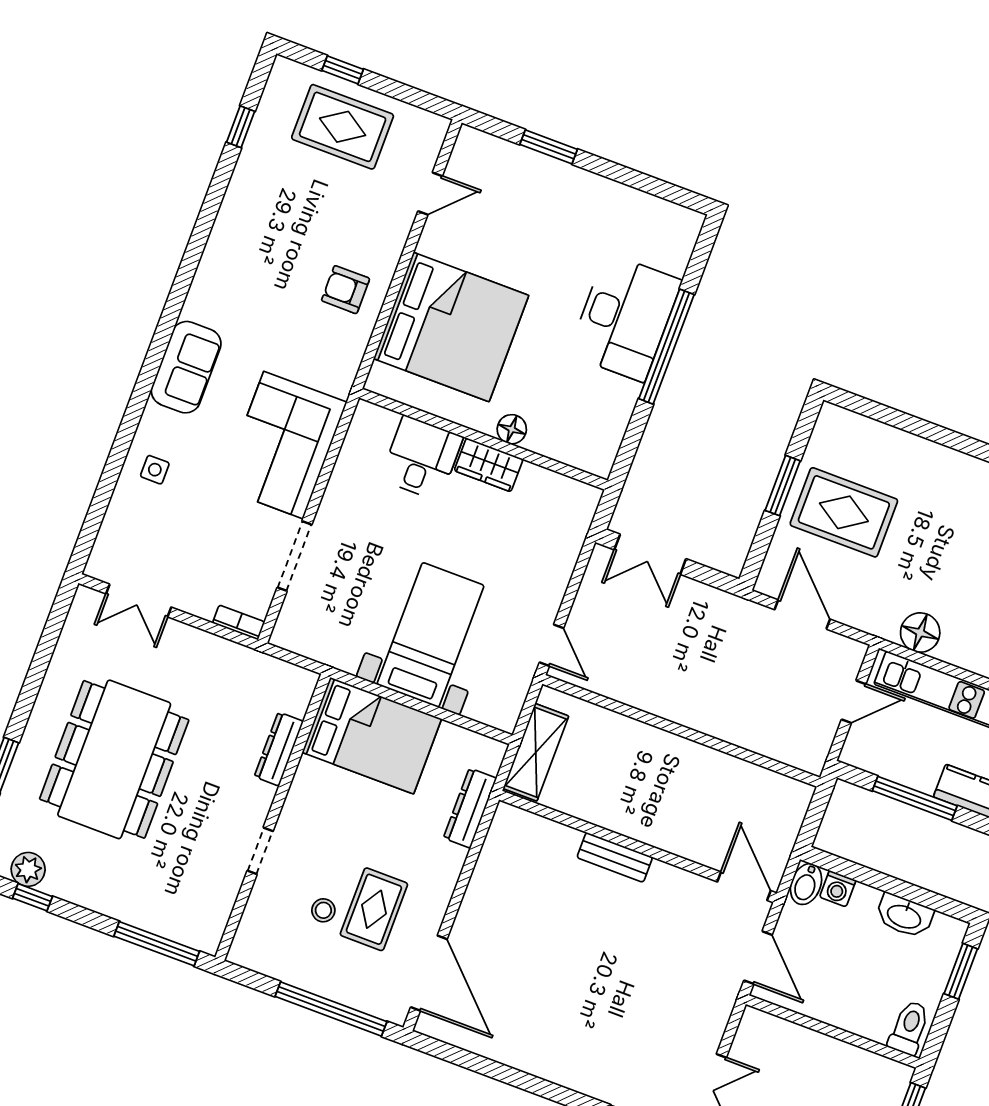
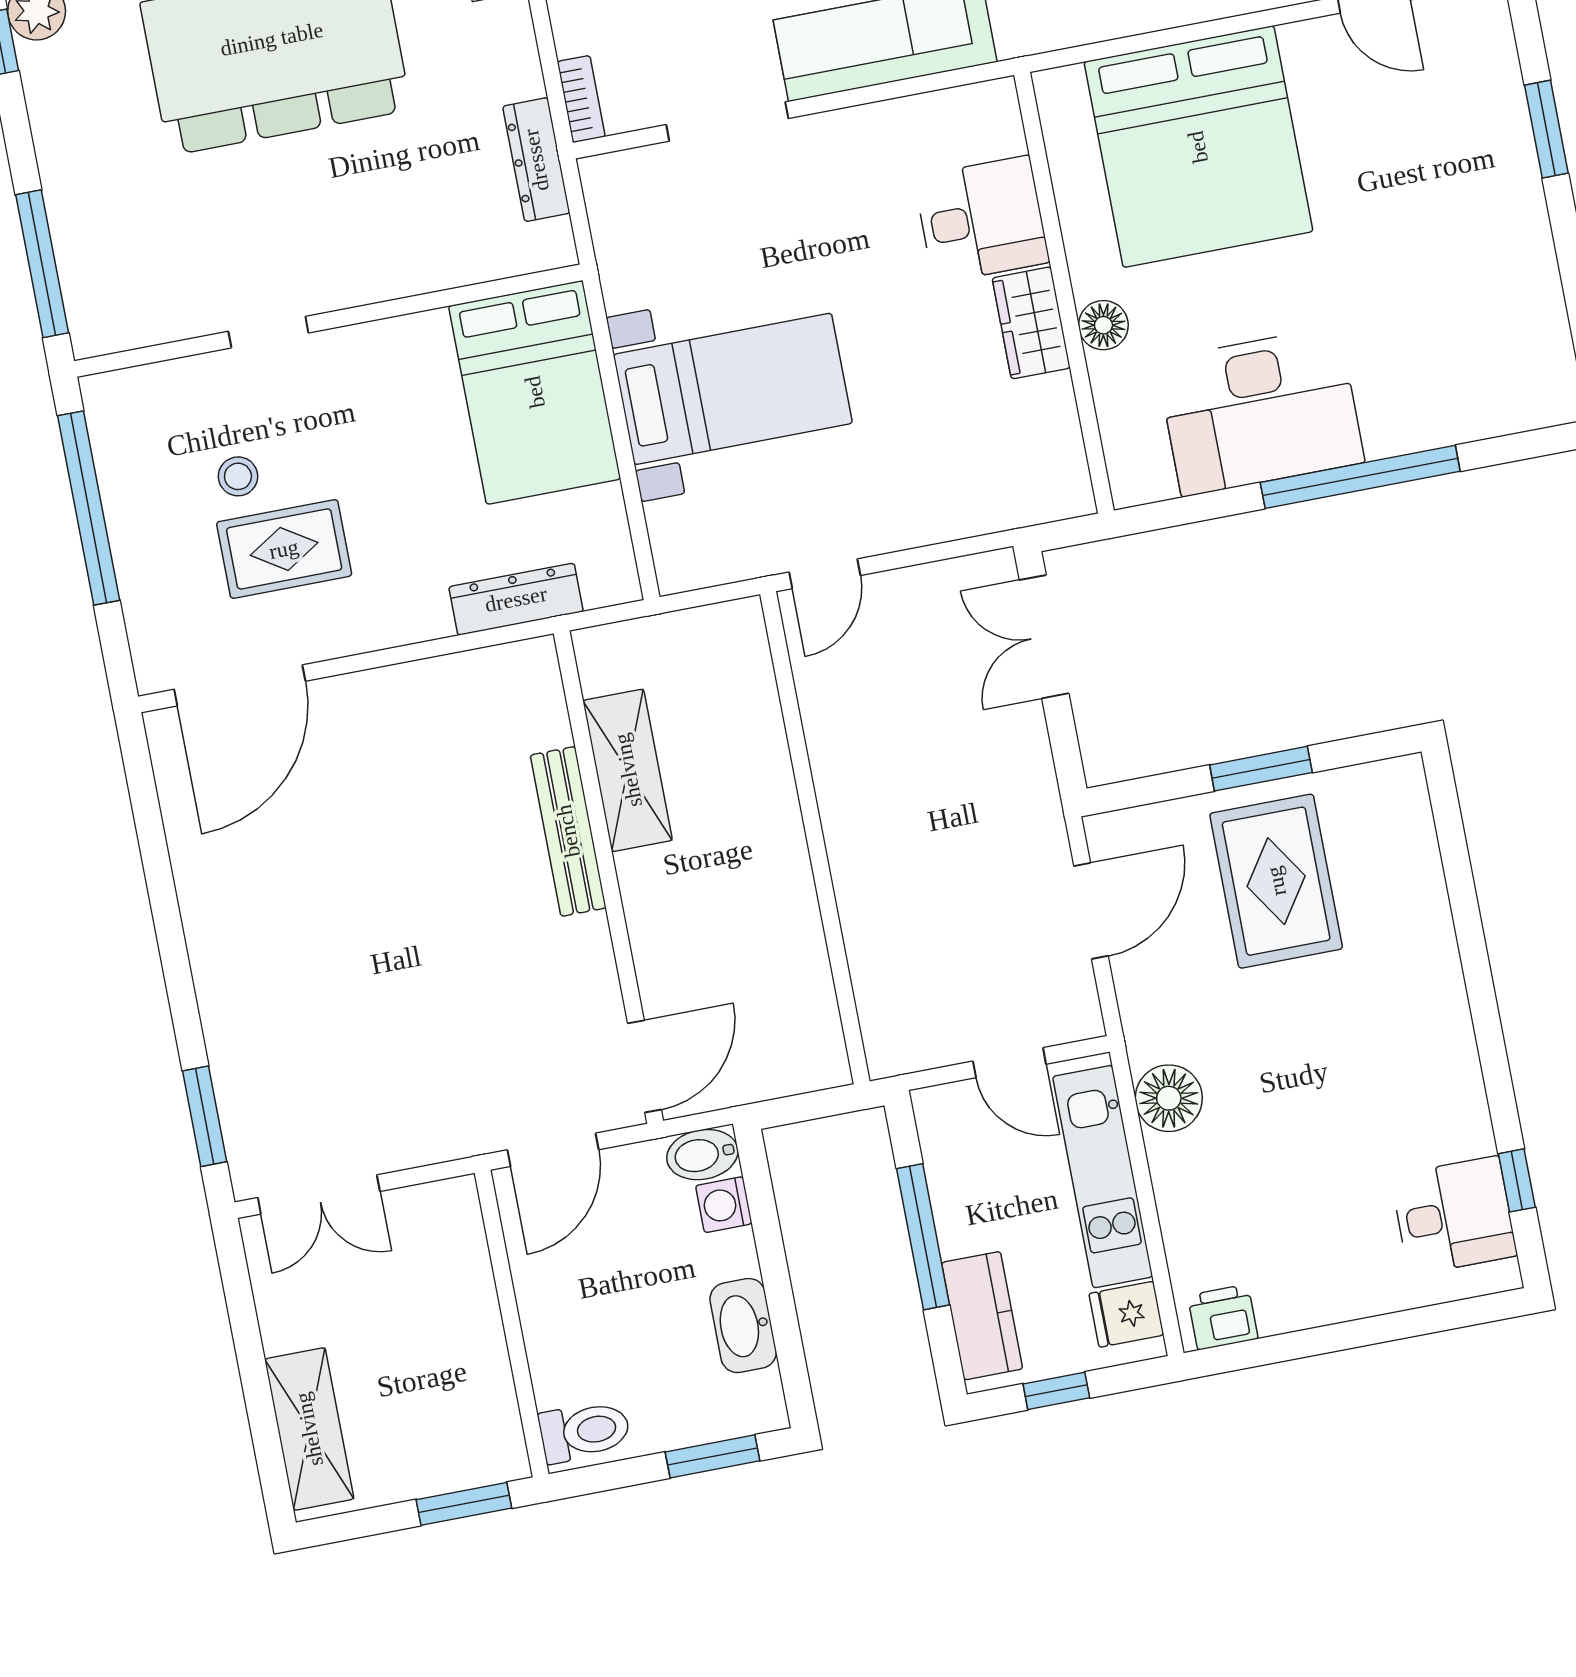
desk: (625, 317) -> (1260, 411), moved
dresser: (279, 749) -> (536, 160), moved, turned -90
shelving: (536, 752) -> (628, 770), moved, turned 90
bench: (615, 857) -> (568, 831), width x1.36
window: (331, 1009) -> (89, 508), moved

